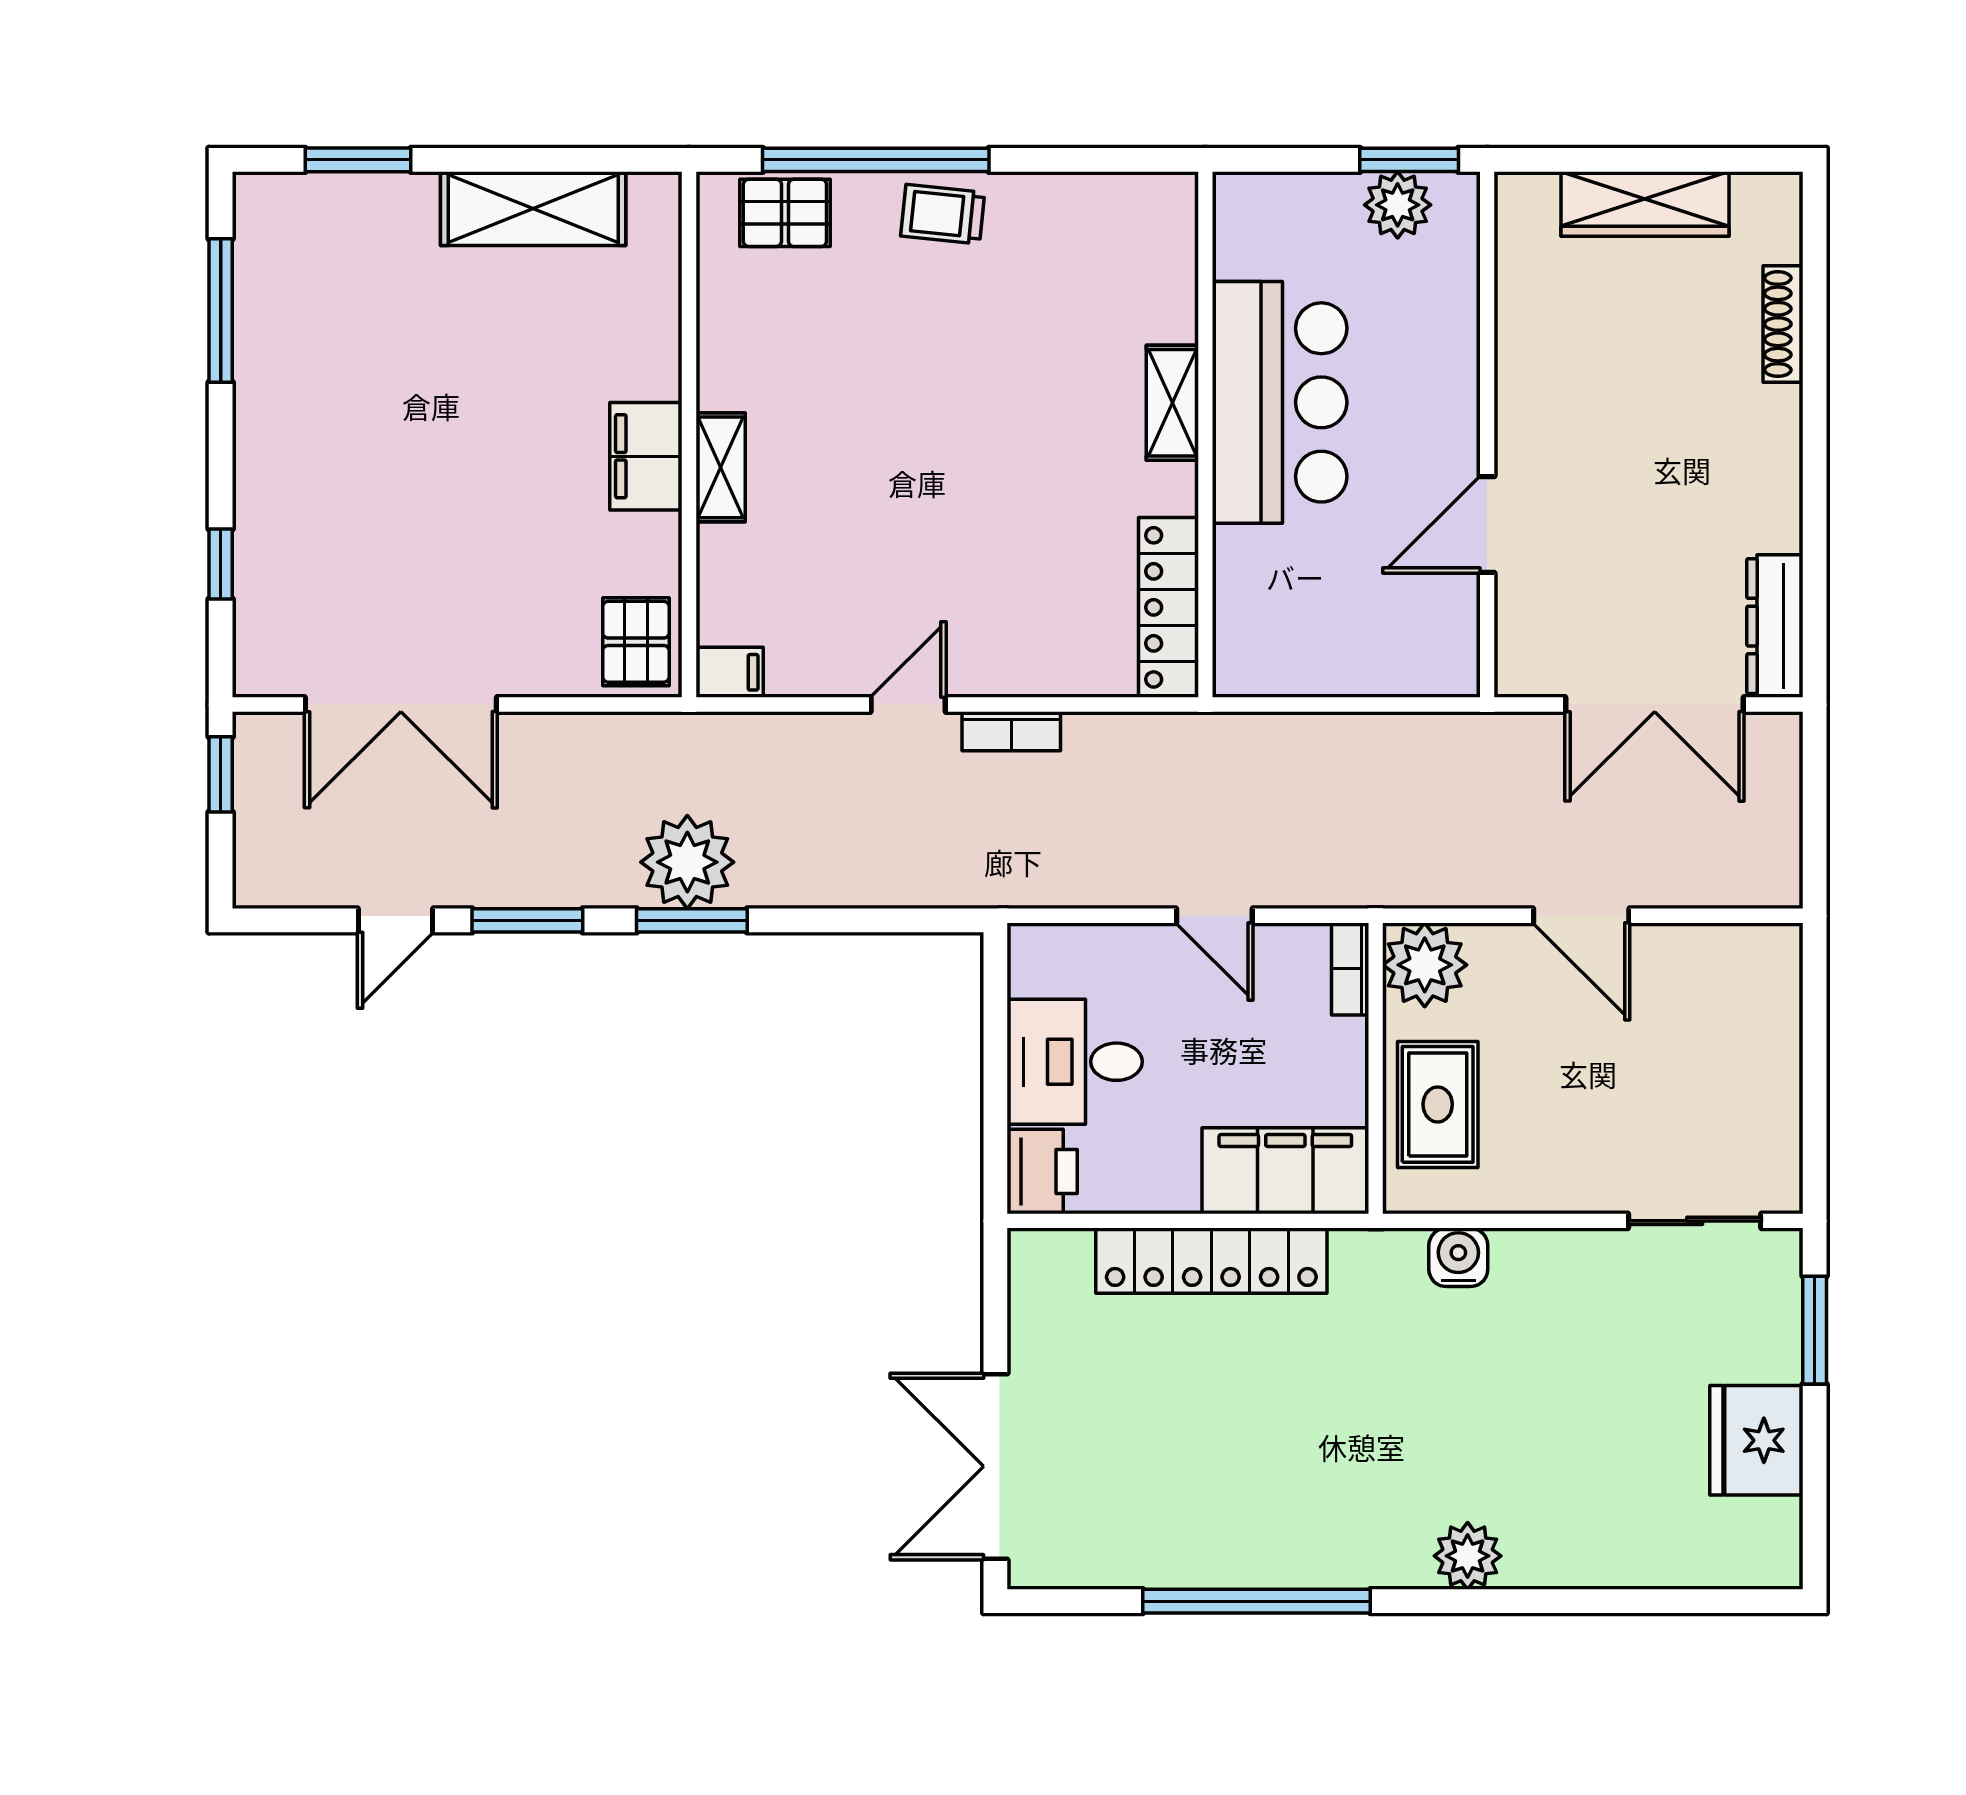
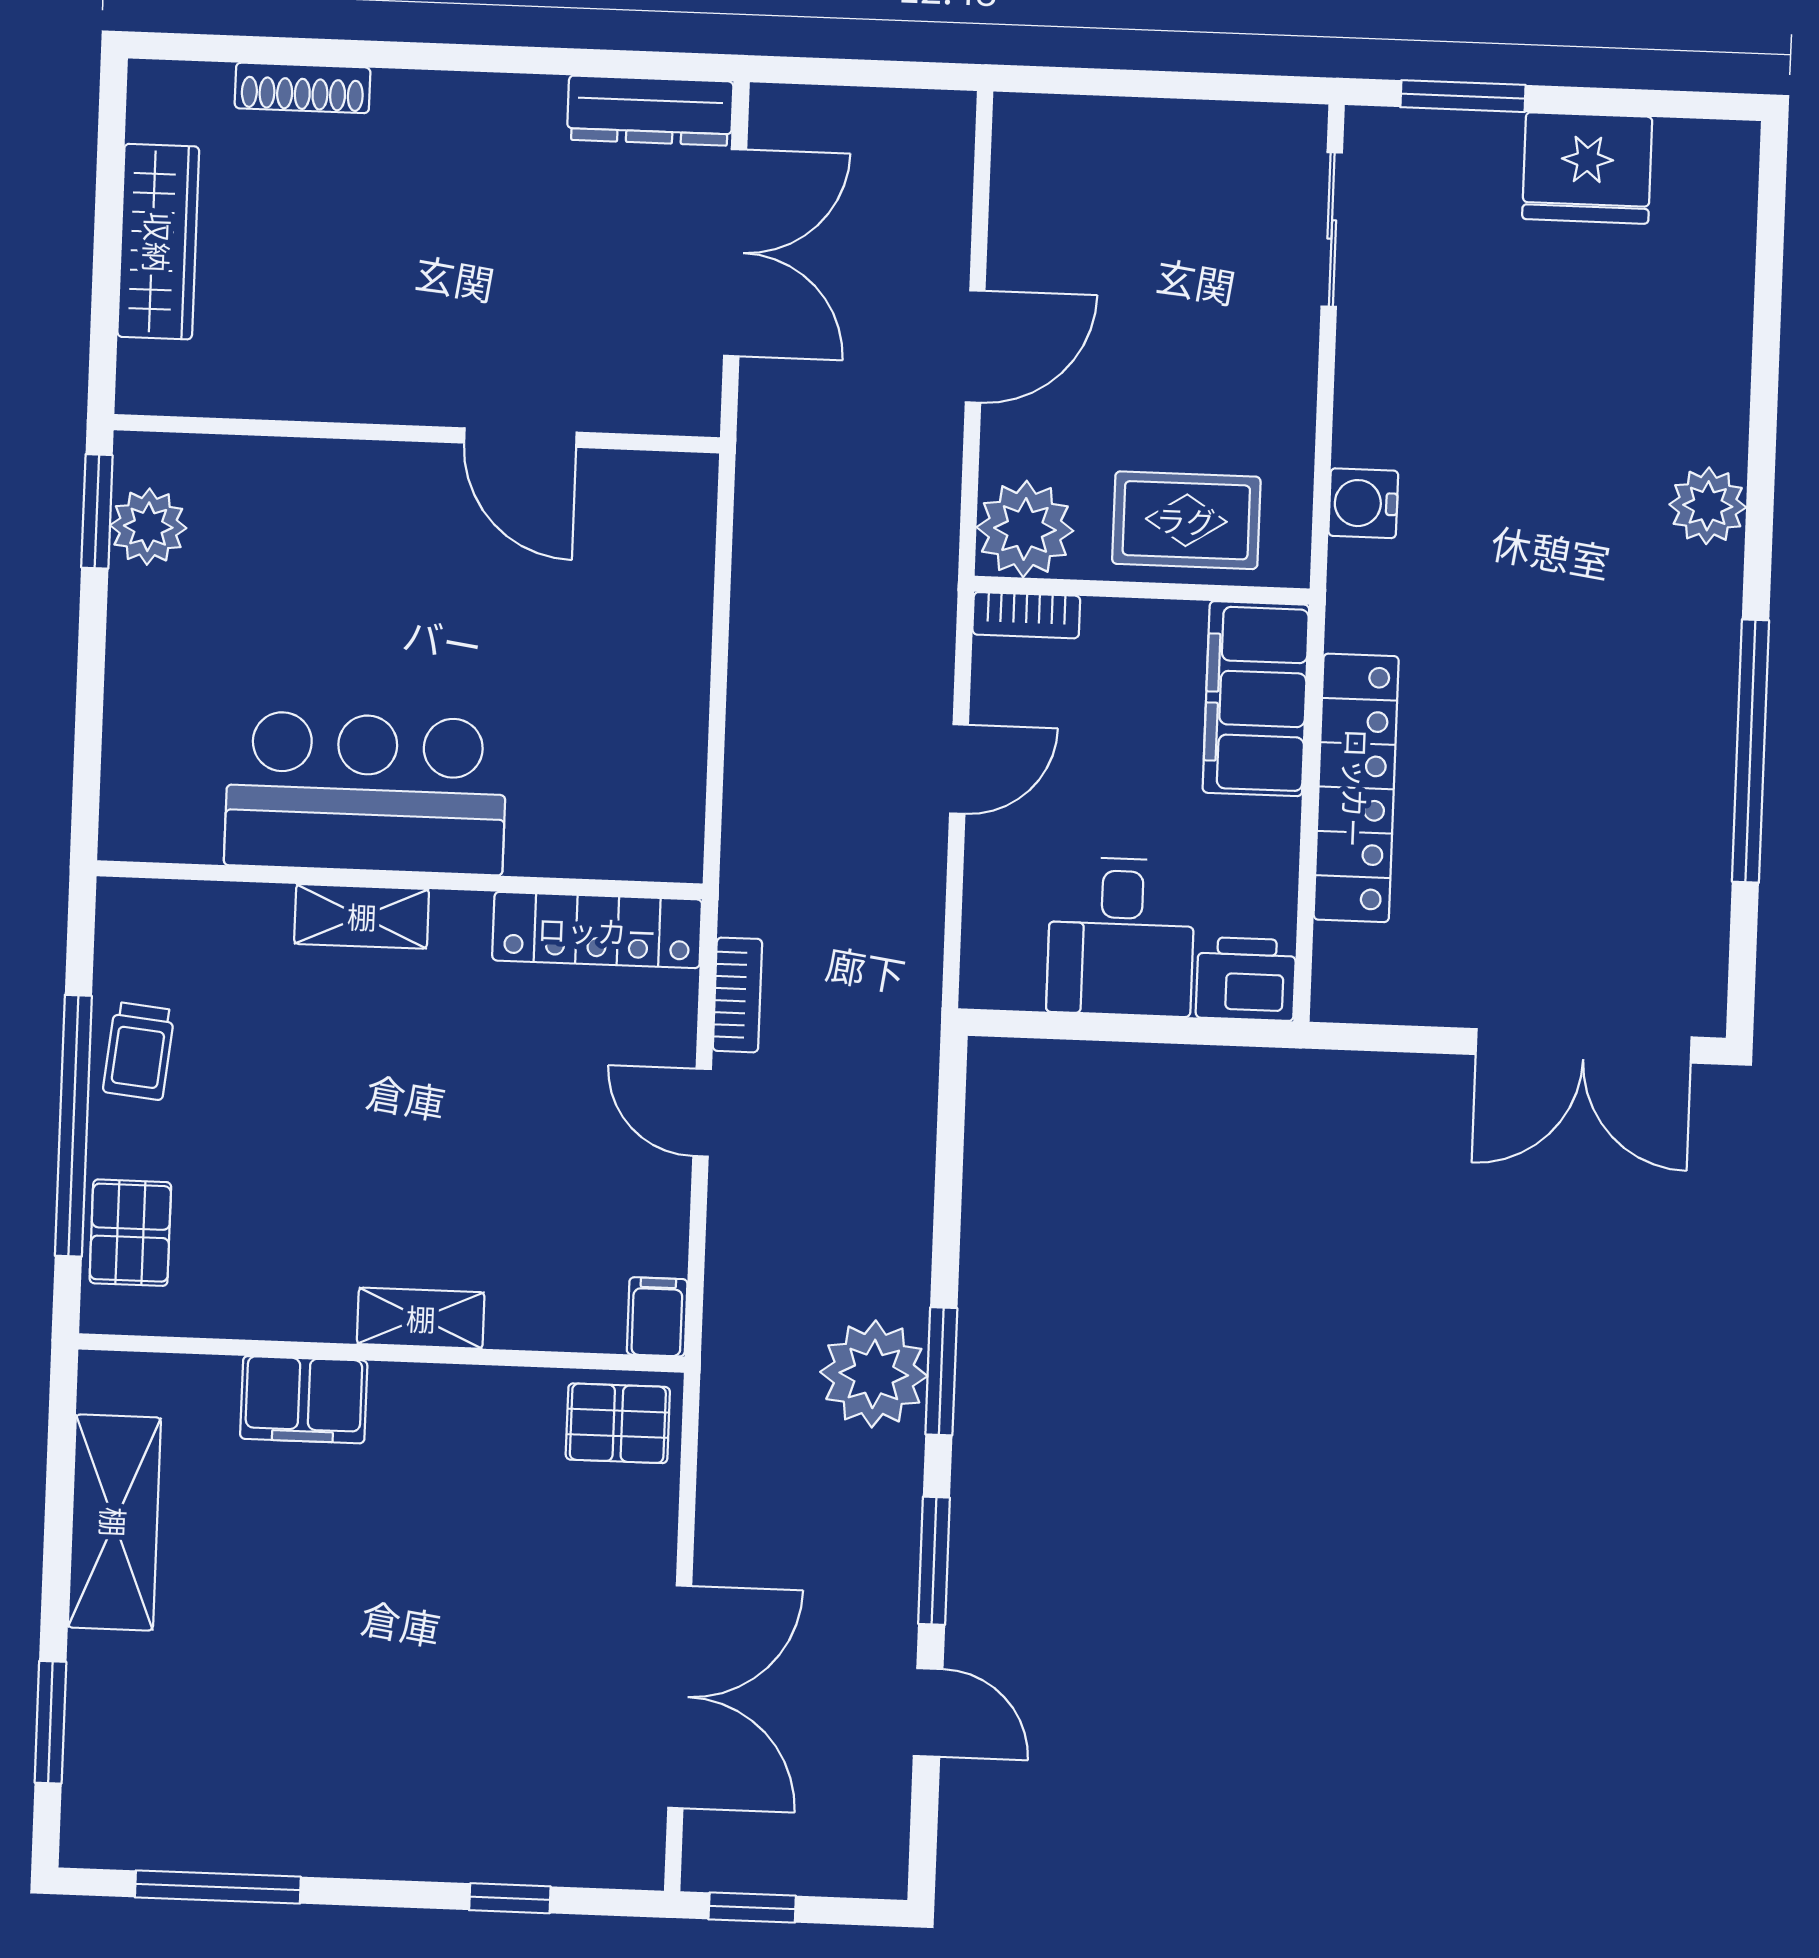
bar counter: (1280, 402) -> (366, 793), moved
shelving: (1172, 403) -> (362, 916), moved
wall: (1205, 435) -> (400, 880), moved
filing cabinet: (646, 456) -> (304, 1400), moved
locker: (1169, 607) -> (597, 930), moved

